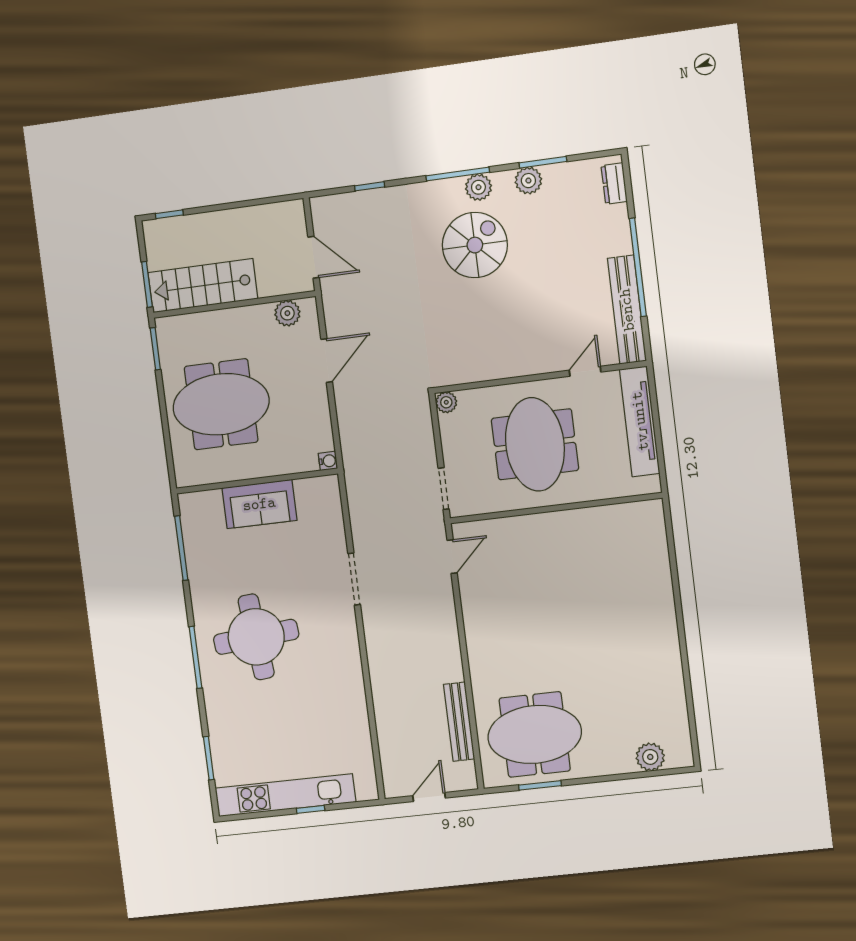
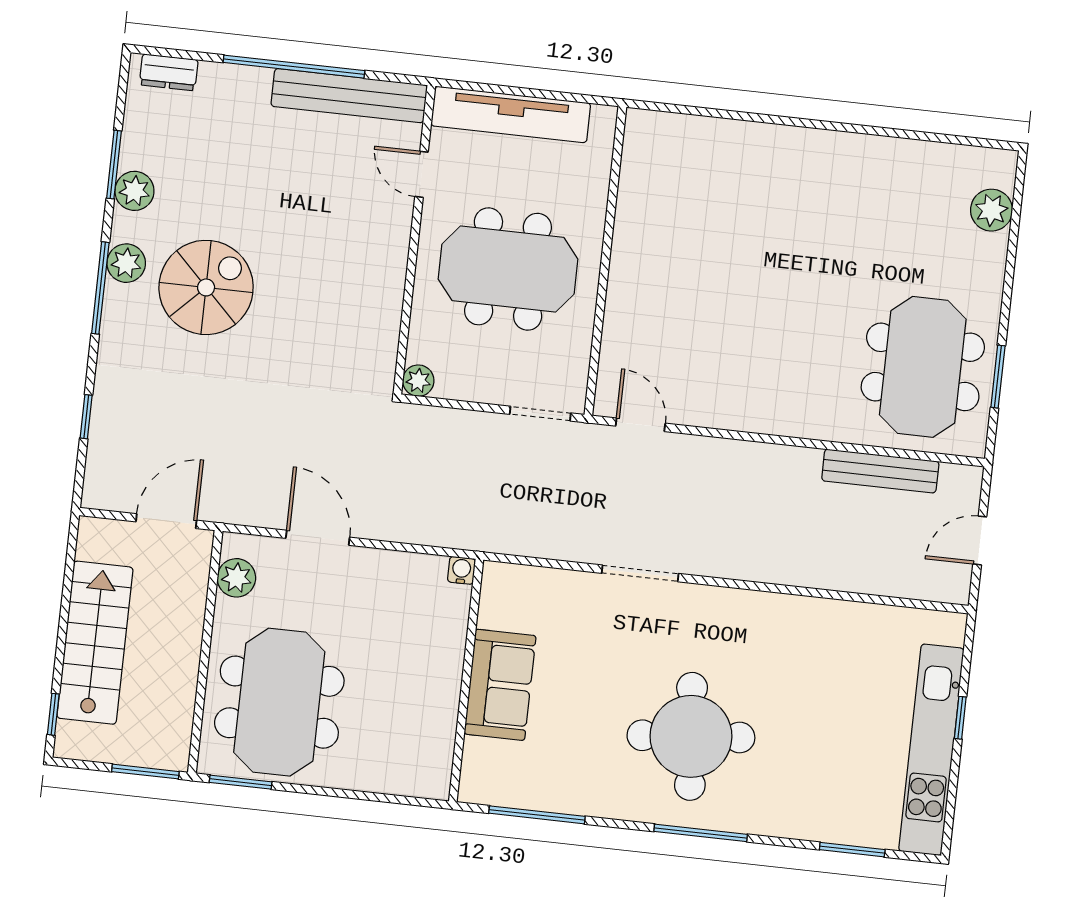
spiral stairs: (475, 245) -> (206, 287), turned 90
stairs: (203, 286) -> (95, 643), moved, turned 180
meeting table: (221, 404) -> (279, 702), moved
door: (429, 797) -> (980, 540), hinge flipped

